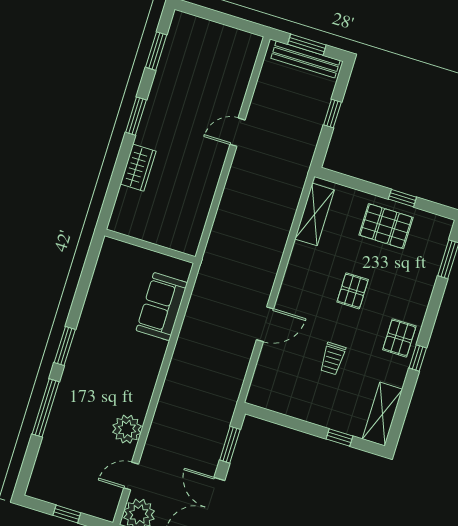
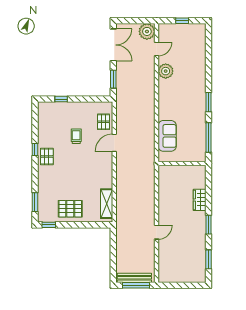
window: (307, 45) -> (136, 285), width x1.44
window: (332, 114) -> (113, 255), removed
window: (402, 198) -> (49, 225), moved
pallet: (353, 291) -> (104, 122), moved
window: (46, 408) -> (208, 137), moved
shelving: (382, 414) -> (44, 117), removed

